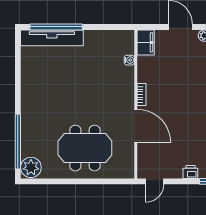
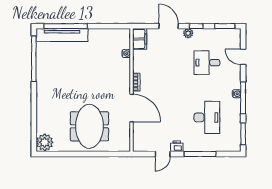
window: (18, 141) -> (34, 59), moved
meeting table: (85, 148) -> (89, 126), turned 90
door: (155, 181) -> (163, 154), moved

